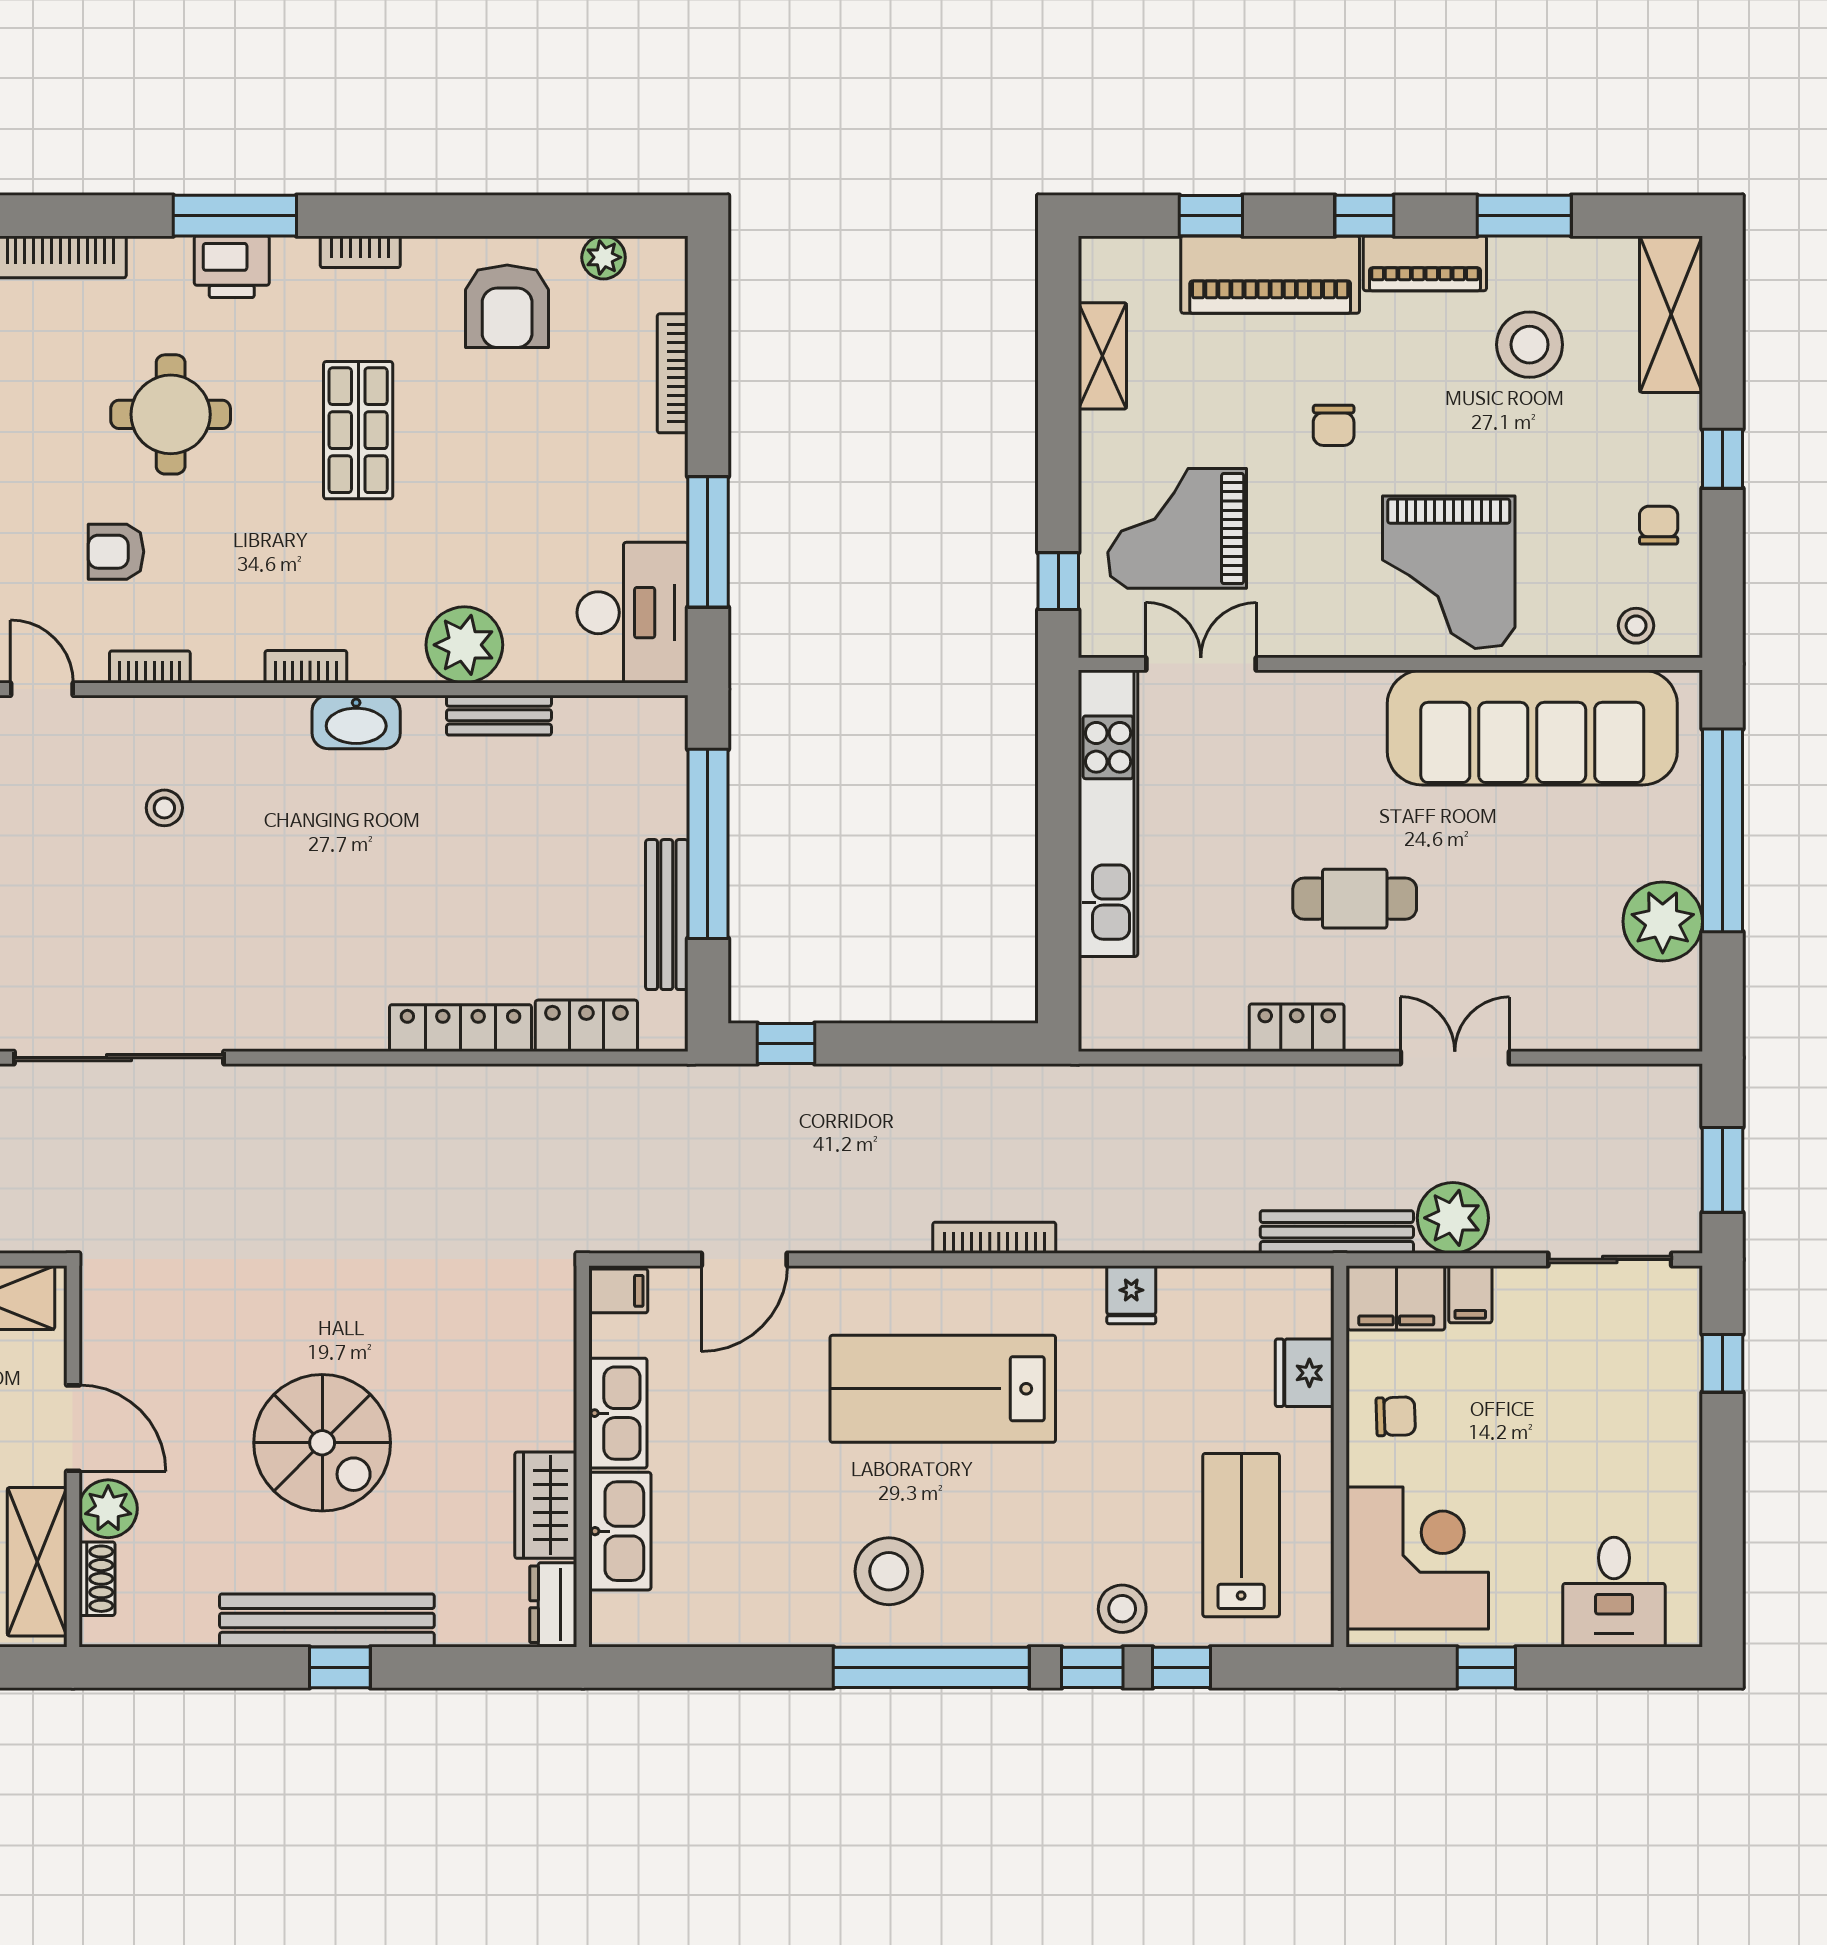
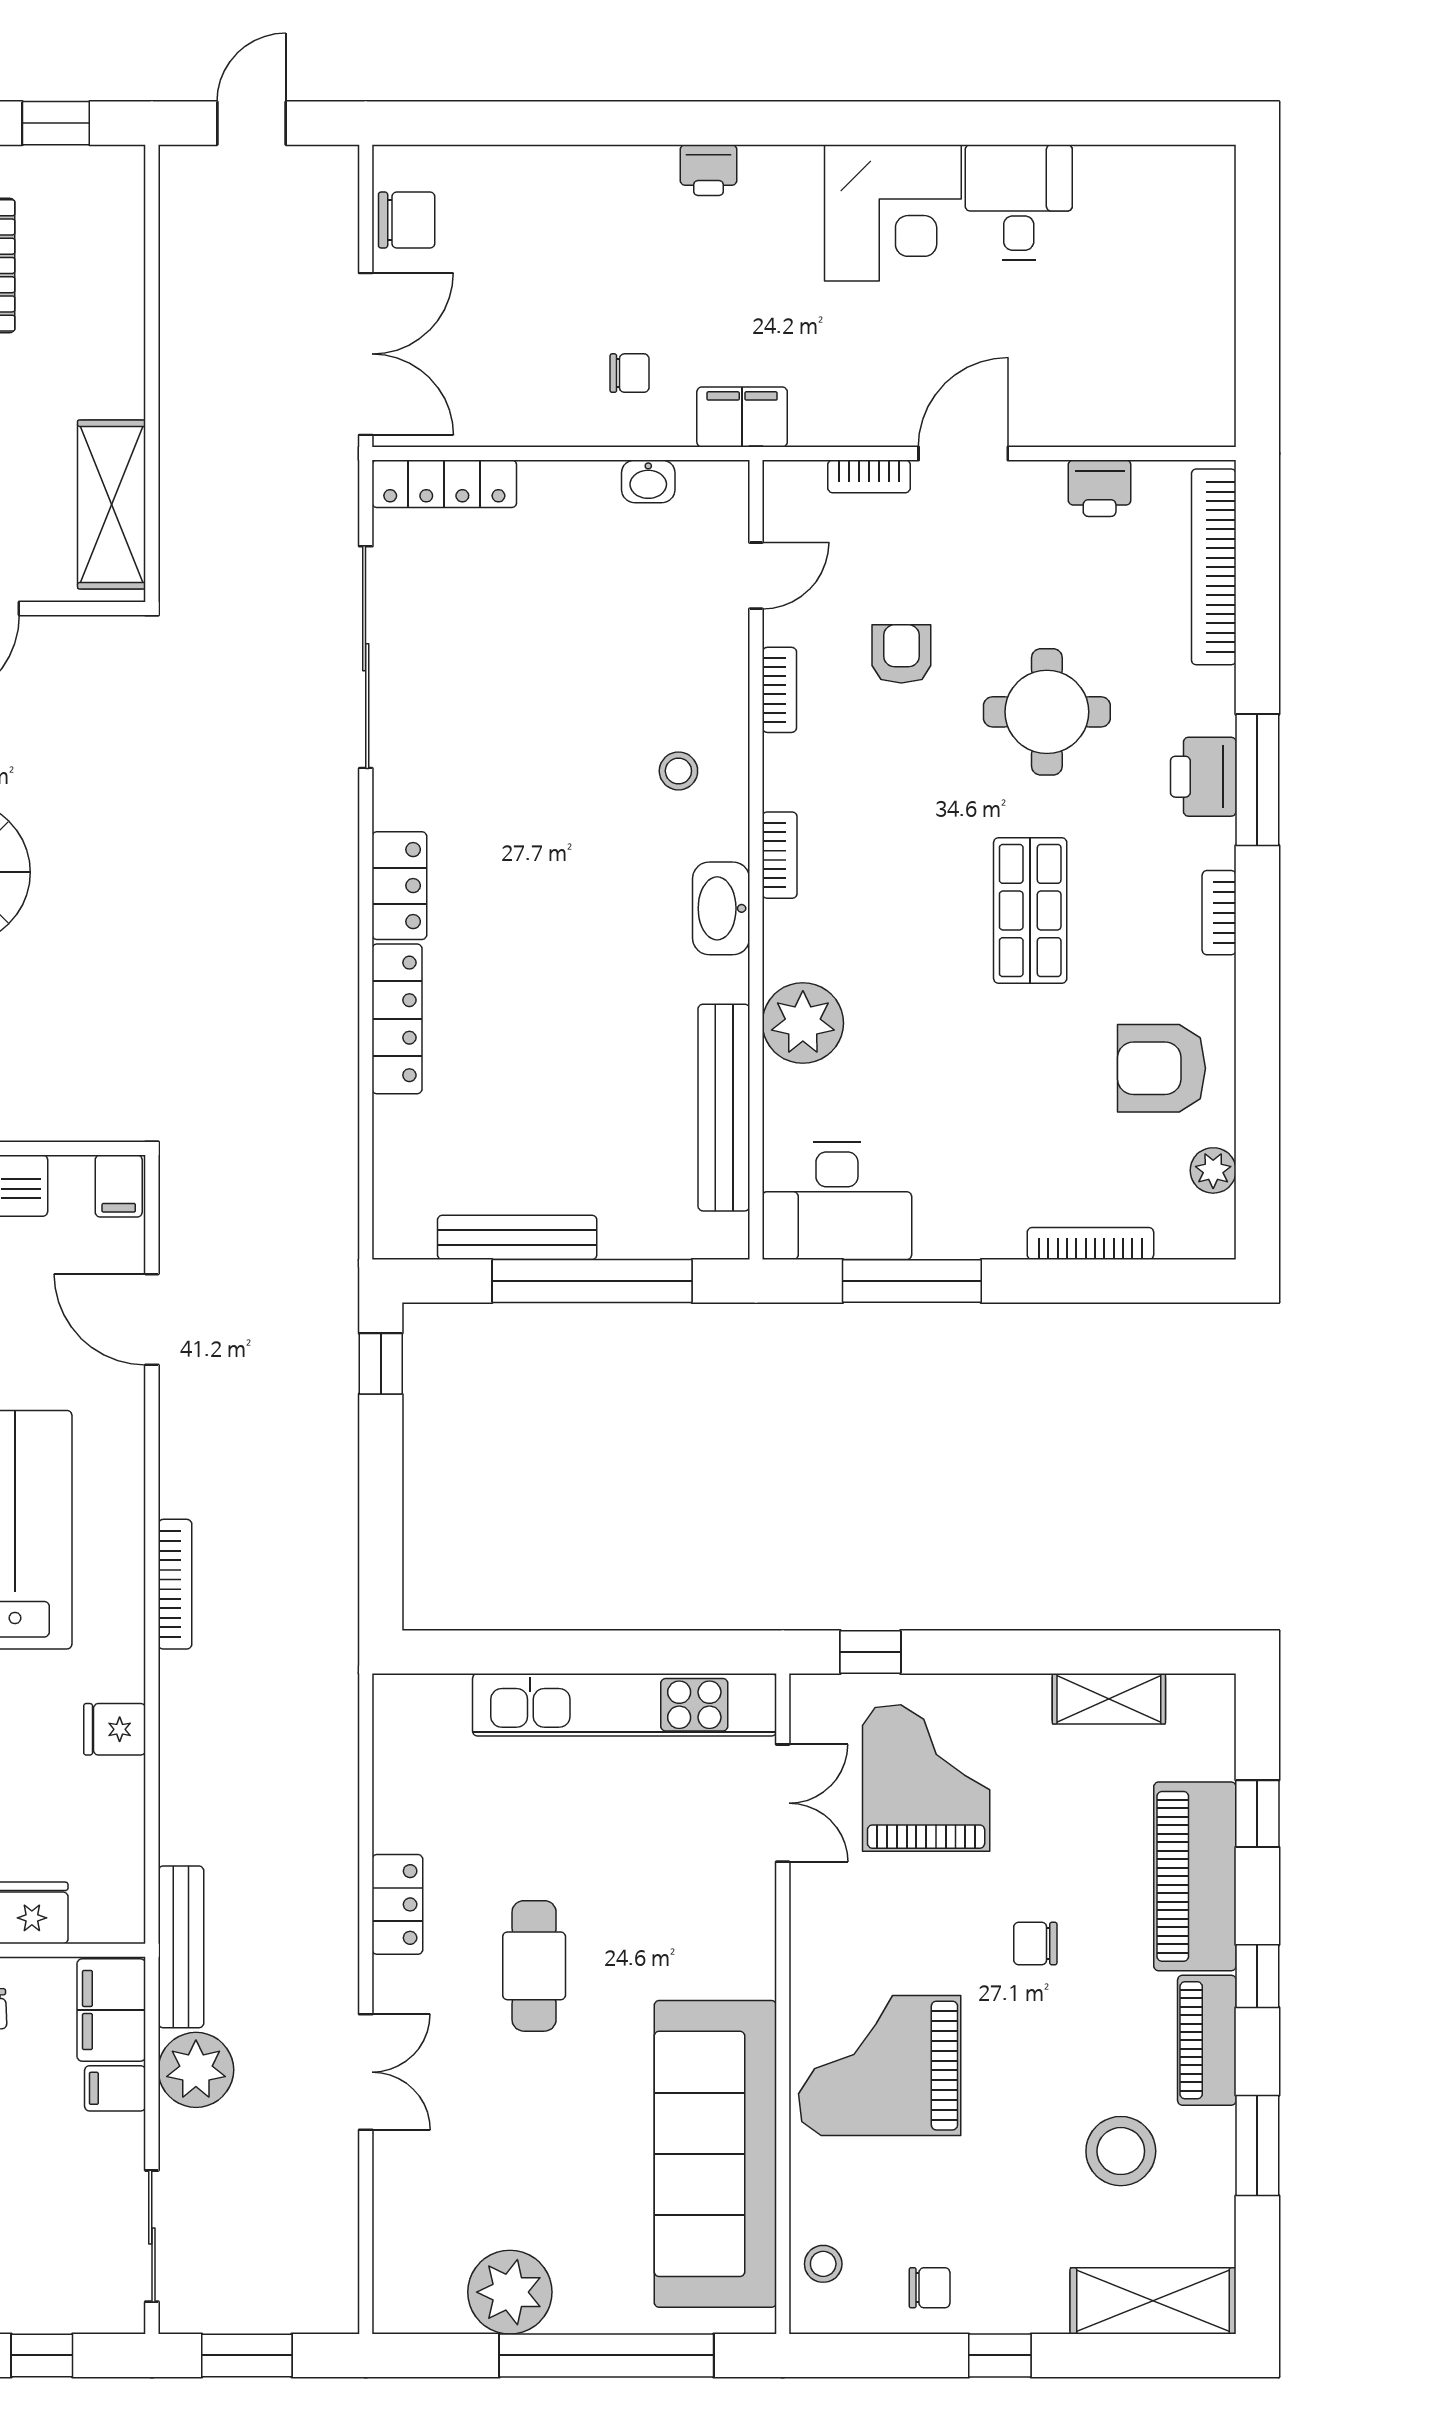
shop shelf: (358, 430) -> (1030, 910), turned 90
bench: (499, 715) -> (724, 1108), width x1.86, depth x1.21
stool: (164, 808) -> (678, 771), moved
locker: (586, 1026) -> (399, 886), moved

